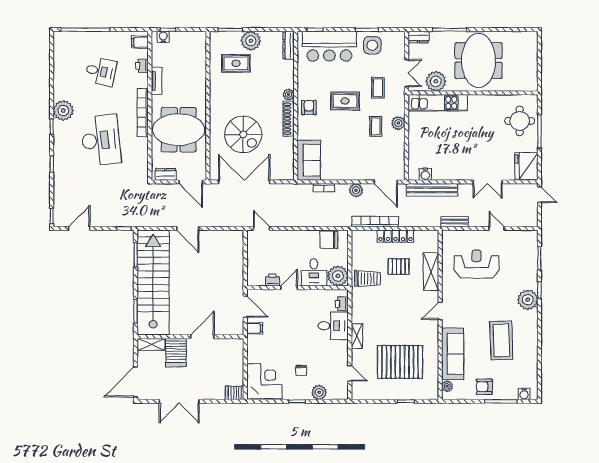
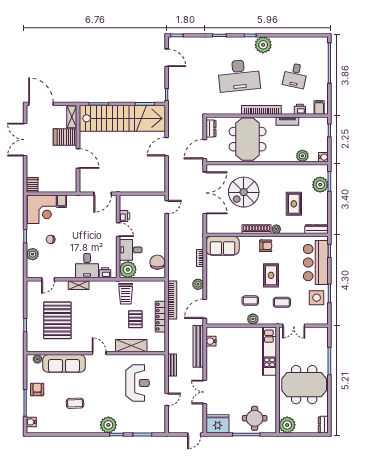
water cooler: (163, 37) -> (323, 157), moved
dresser: (418, 37) -> (323, 425), moved
plant: (251, 41) -> (320, 185), moved
plant: (199, 63) -> (302, 156), added
rug: (236, 63) -> (294, 204), moved
plant: (436, 81) -> (287, 425), moved
filing cabinet: (255, 328) -> (62, 201), moved
coffee table: (501, 340) -> (75, 403), width x0.54, depth x0.58

